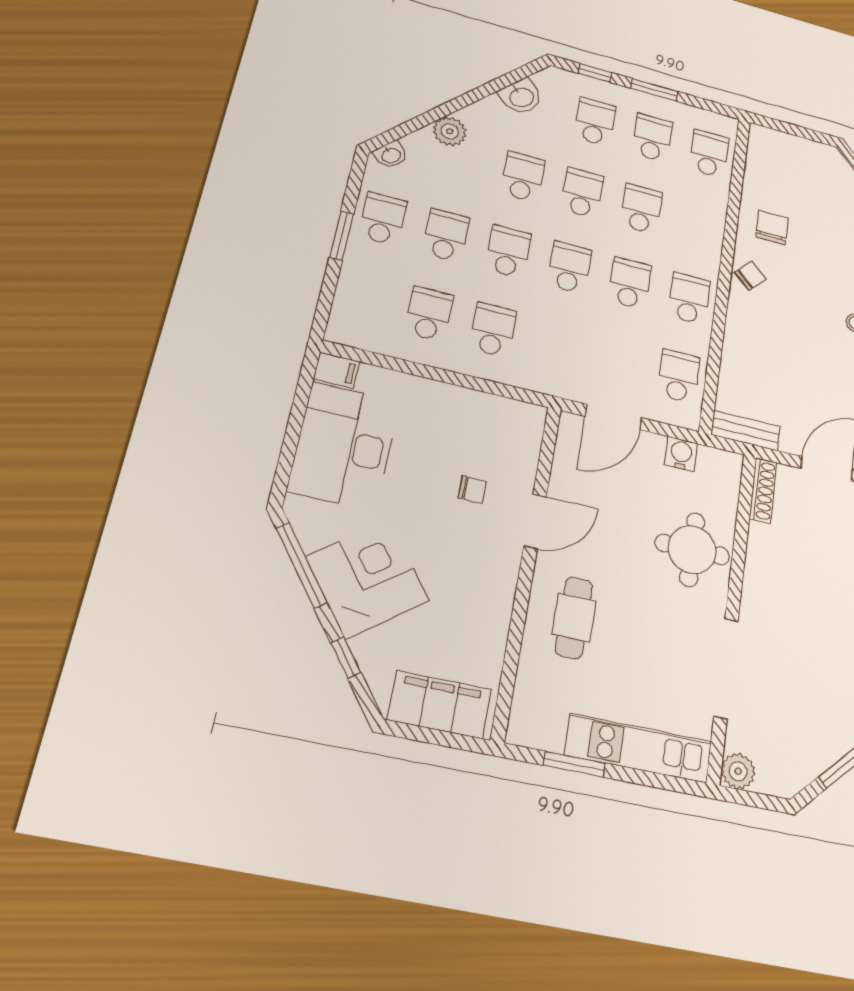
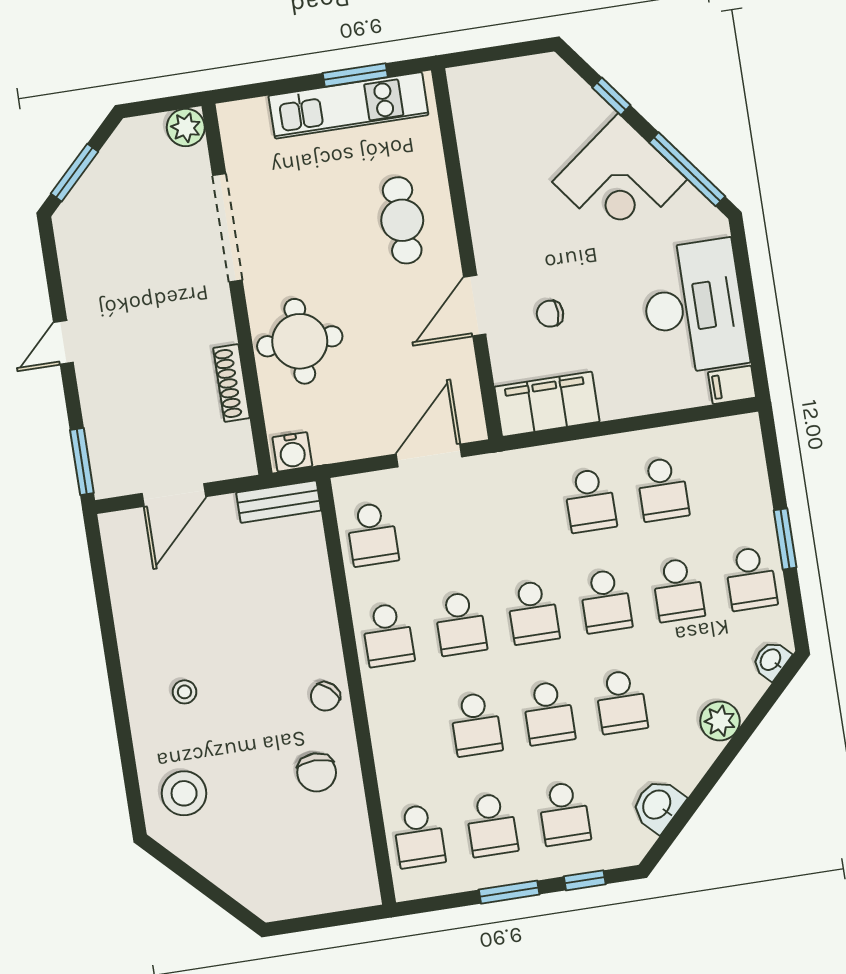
water cooler: (681, 454) -> (292, 452), moved
shoe rack: (763, 490) -> (231, 383), moved
filing cabinet: (440, 705) -> (547, 404), moved, turned 180
kitchen unit: (639, 748) -> (348, 105), moved

